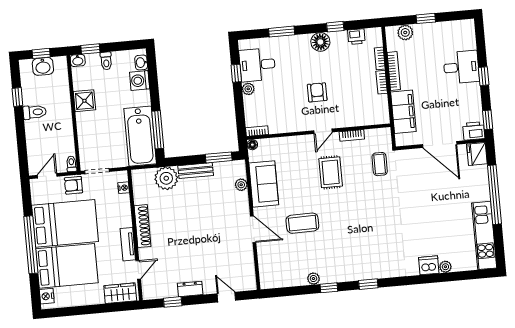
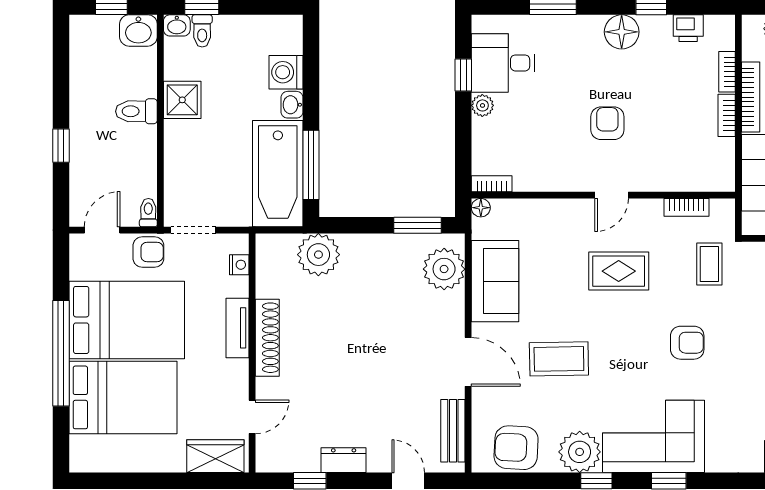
toilet: (106, 61) -> (202, 31), moved
washbasin: (141, 63) -> (292, 105), moved
washbasin: (43, 66) -> (138, 30), moved
window: (17, 97) -> (61, 146), moved
toilet: (35, 112) -> (136, 111), moved, turned 180
bookcase: (352, 135) -> (686, 207), moved
bench: (196, 171) -> (453, 431), moved, turned 90
rug: (331, 172) -> (619, 271), turned 90
armchair: (73, 185) -> (148, 252), turned 180
plant: (241, 185) -> (444, 269), width x1.88, depth x1.88
armchair: (371, 208) -> (687, 343), added
tv unit: (128, 244) -> (238, 328), moved
corner sofa: (358, 261) -> (653, 436), added
armchair: (283, 274) -> (516, 448), added
plant: (313, 279) -> (580, 452), width x1.87, depth x1.87
nightstand: (47, 296) -> (81, 449), removed

